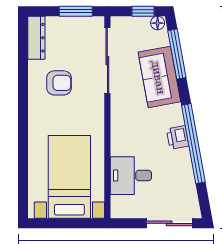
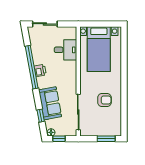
window: (76, 11) -> (106, 139), moved
dresser: (36, 38) -> (117, 124), removed
window: (177, 54) -> (41, 116), width x0.46
armchair: (59, 83) -> (104, 100), turned 180

